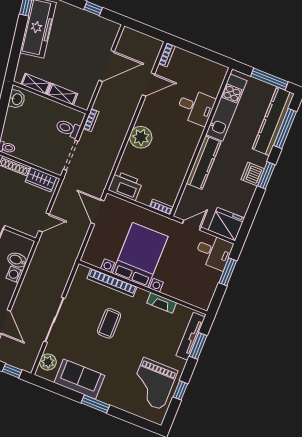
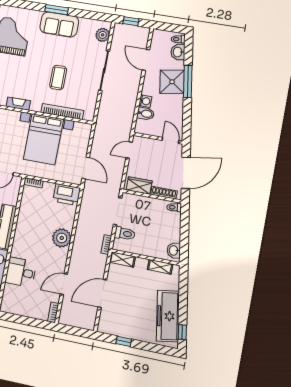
shelving: (62, 94) -> (122, 259), moved
sofa: (79, 379) -> (59, 24), moved

